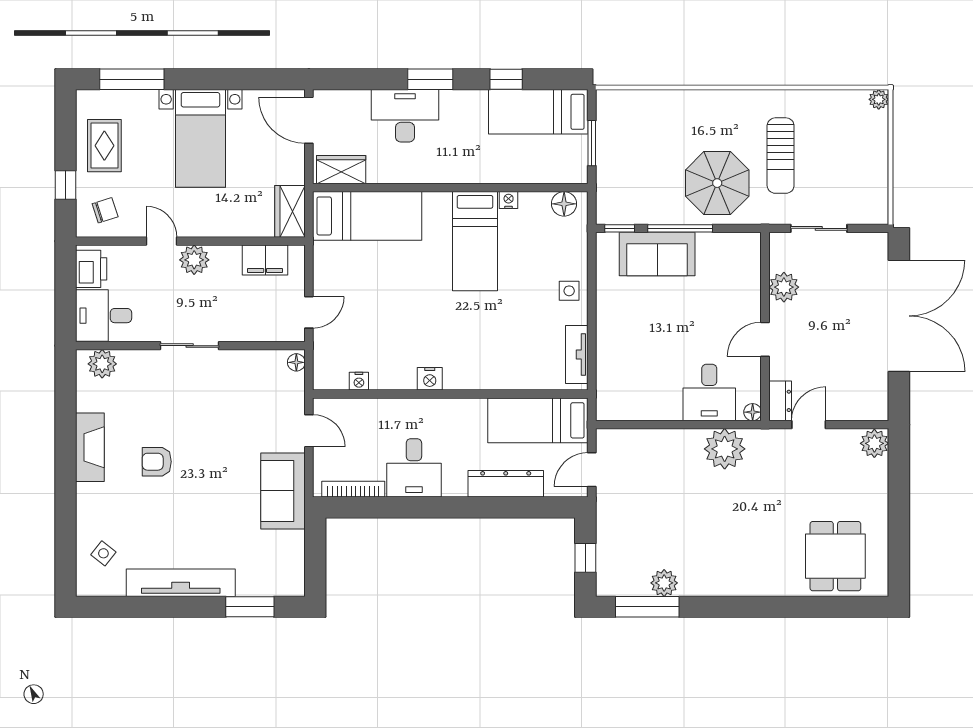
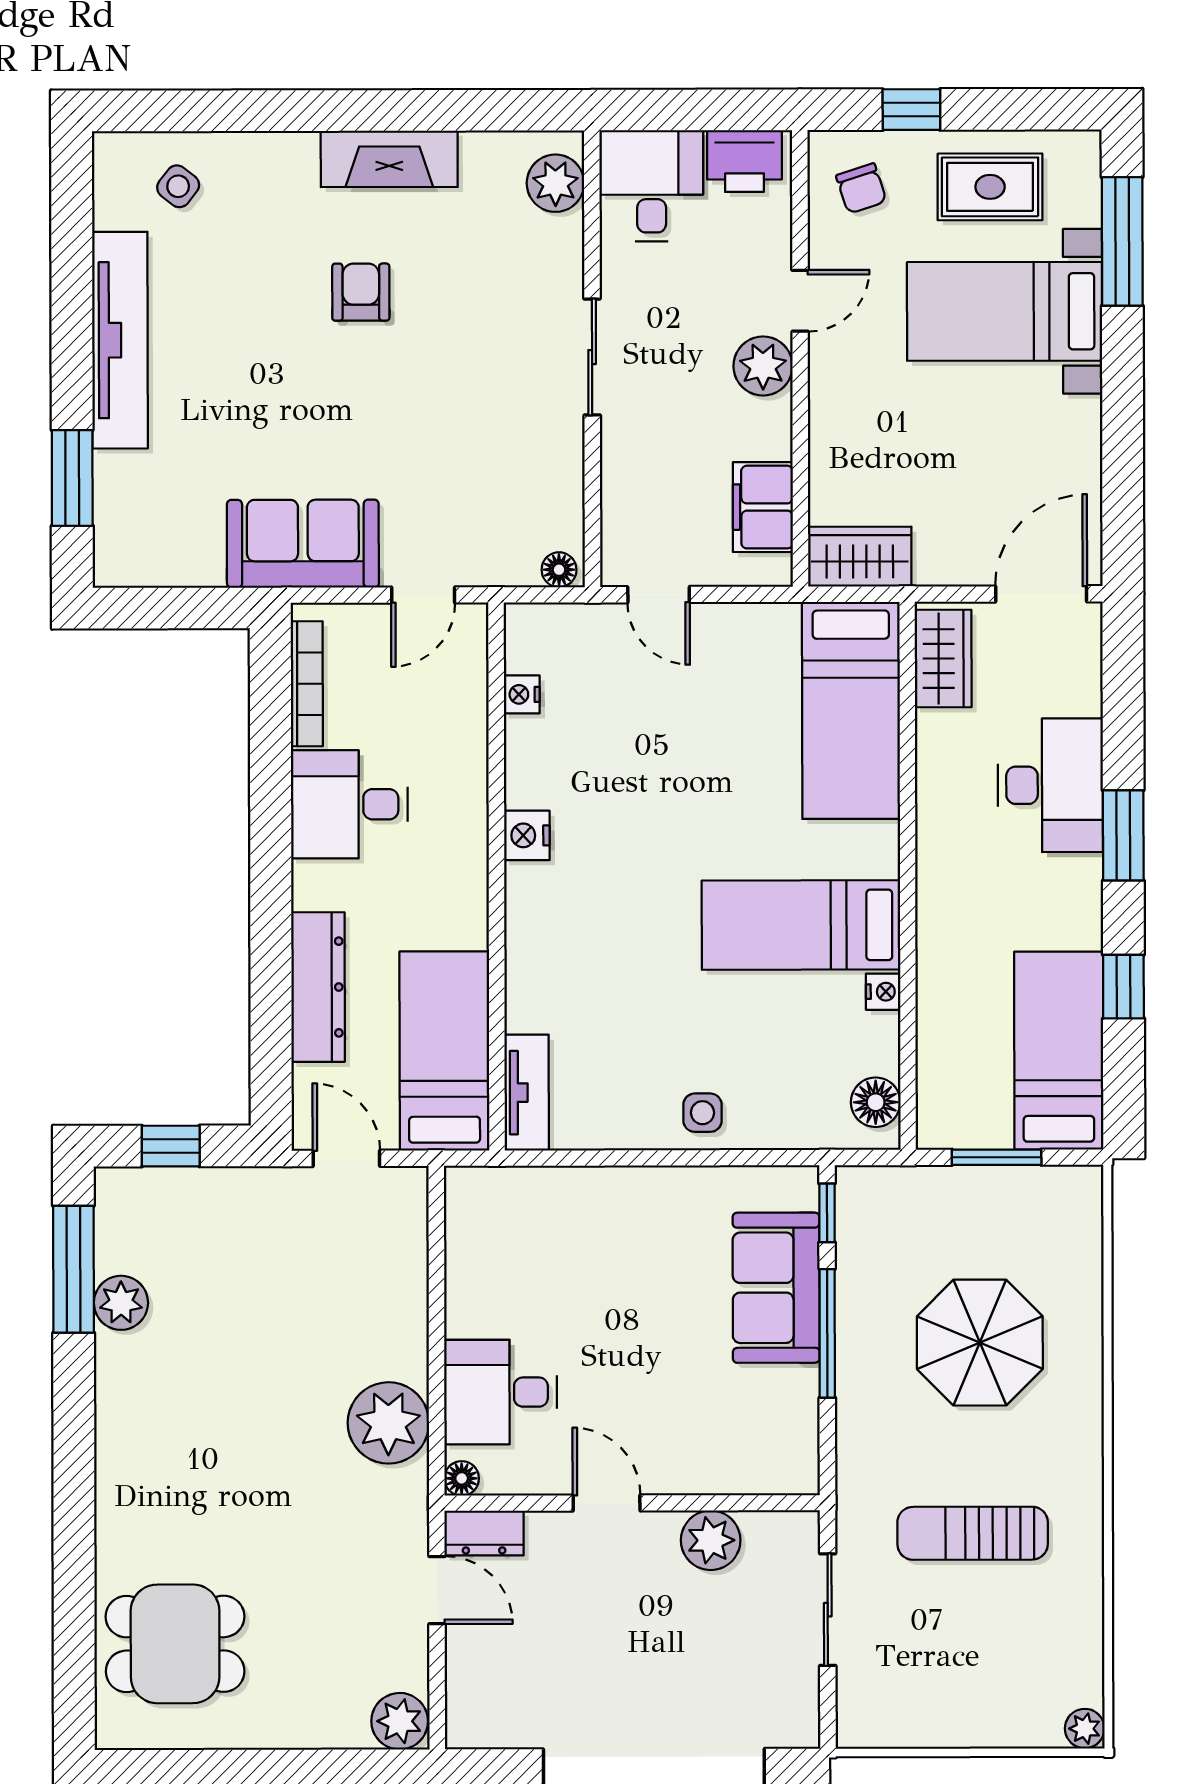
bed with nightstands: (200, 138) -> (1005, 311), moved
parasol: (717, 183) -> (980, 1343), moved
tv unit: (577, 355) -> (527, 1093), moved, turned 90

